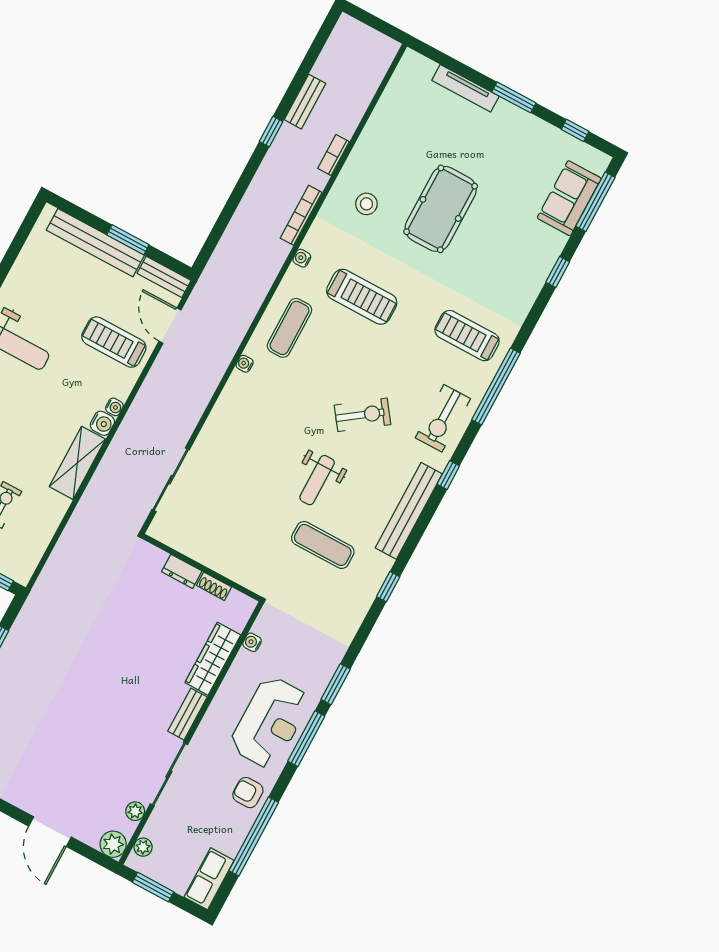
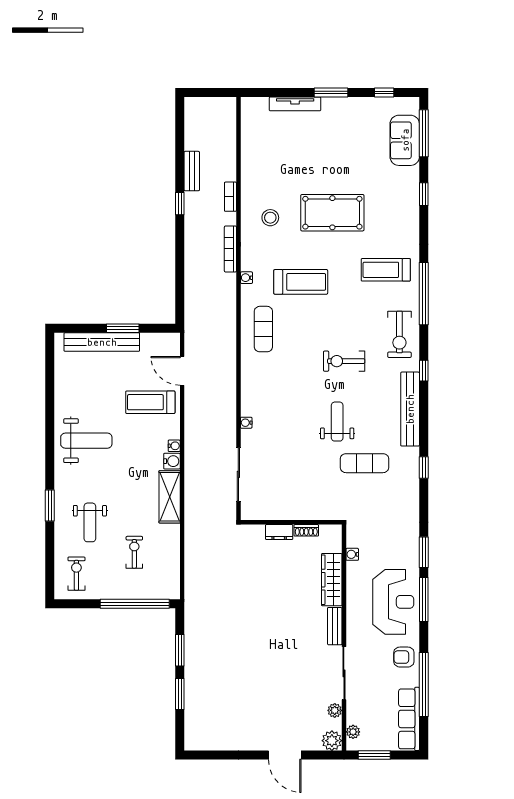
pool table: (441, 209) -> (332, 213), moved, turned 90
bench: (164, 277) -> (160, 340), removed
water cooler: (245, 364) -> (246, 423), moved
exercise bike: (363, 415) -> (344, 361), turned -144
weight bench: (317, 480) -> (337, 422), turned 180
row of seats: (209, 879) -> (409, 719), width x1.48

